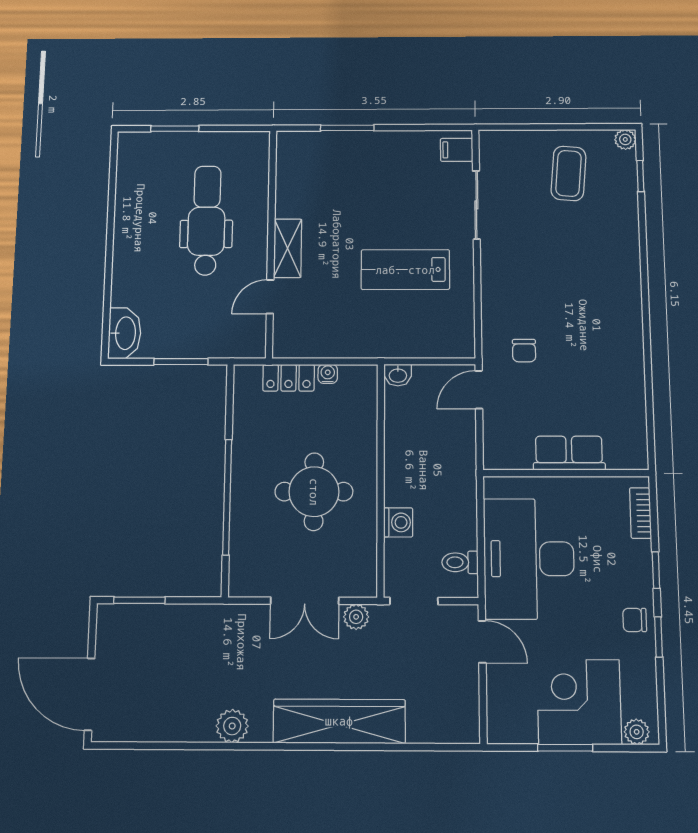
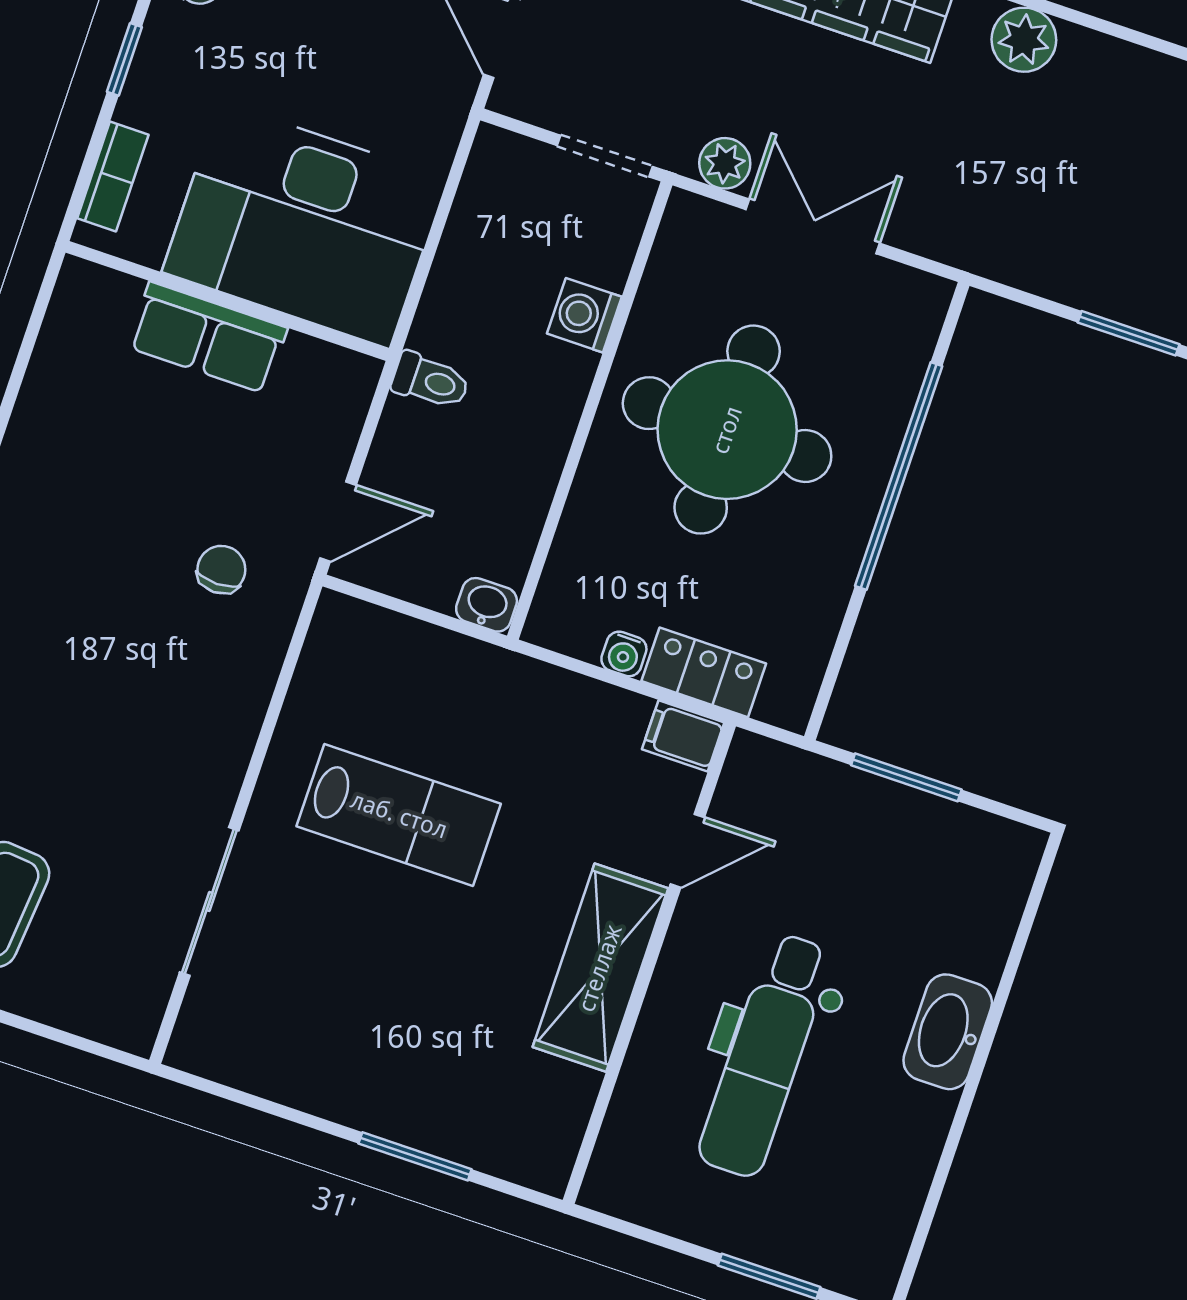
filing cabinet: (457, 150) -> (683, 736), moved, turned 180
shelving: (288, 248) -> (600, 968), width x1.50, depth x1.33
washbasin: (125, 333) -> (948, 1032), moved
round table: (314, 492) -> (727, 430), width x1.36, depth x1.36
desk: (529, 559) -> (305, 225), moved, turned 90
toilet: (460, 562) -> (430, 381), moved

